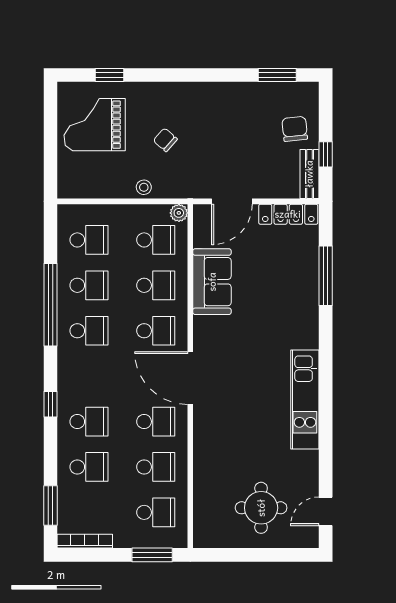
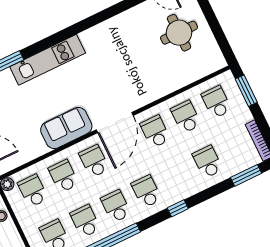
sofa: (212, 282) -> (66, 128), moved
kitchen unit: (305, 399) -> (48, 60), moved
school desk: (89, 422) -> (146, 191), moved

